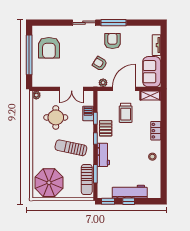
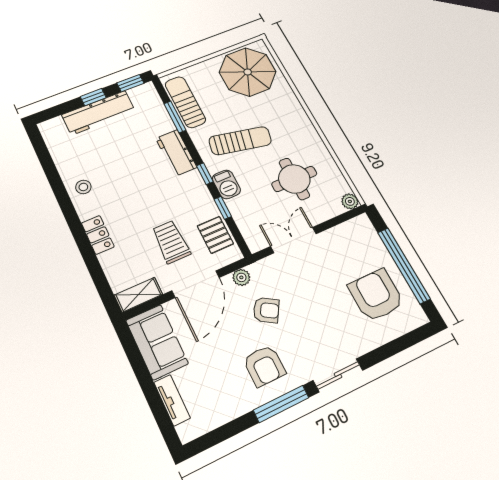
barbecue: (88, 113) -> (226, 184), moved
pallet: (106, 128) -> (215, 235), moved

